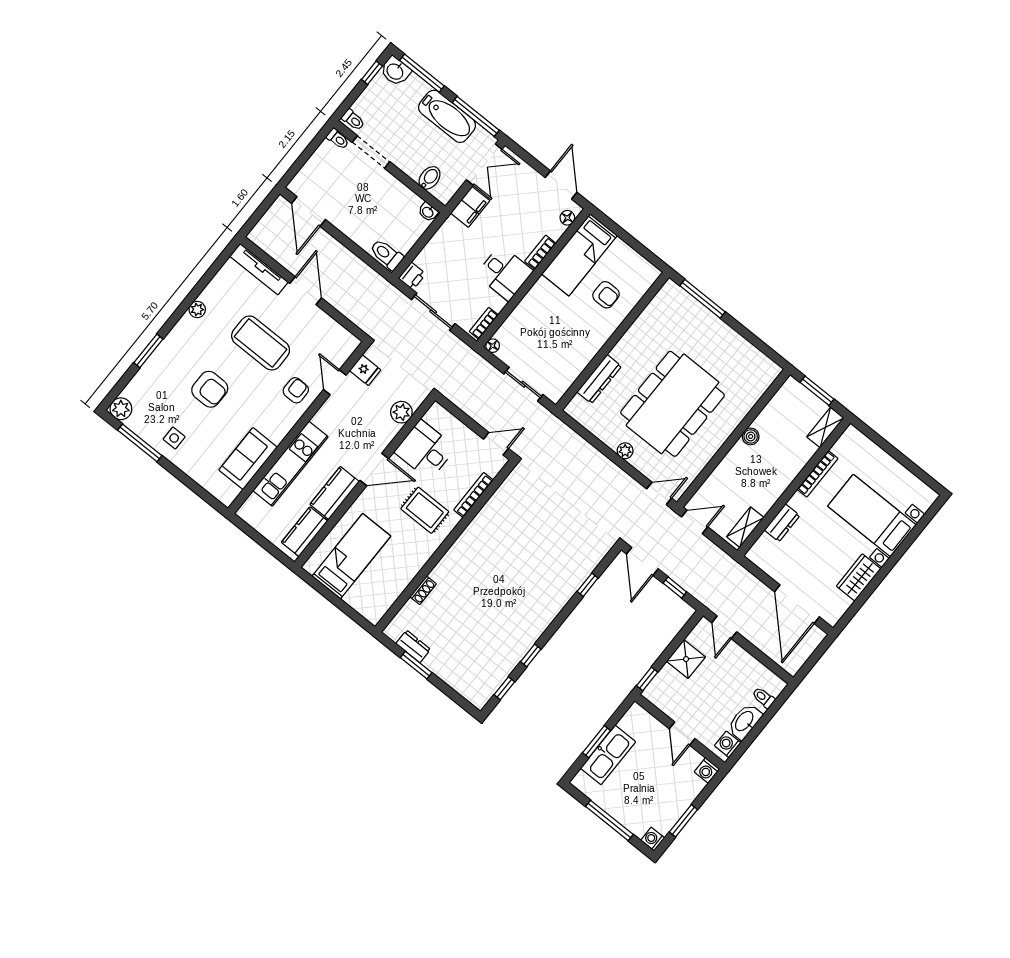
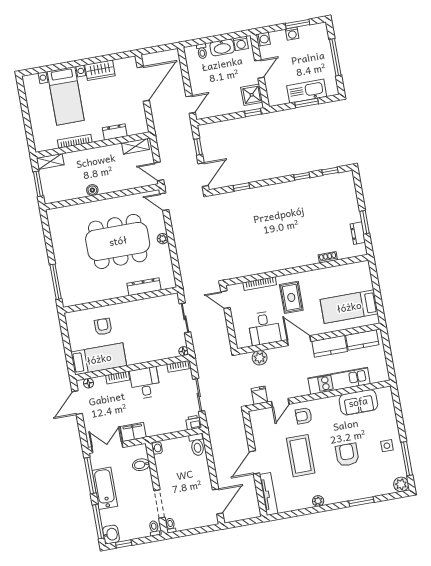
shower: (686, 659) -> (252, 95), moved
washing machine: (653, 839) -> (292, 34), moved

